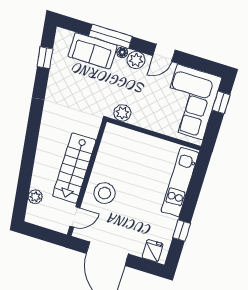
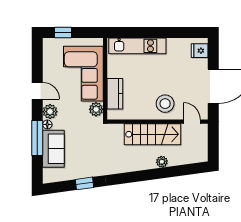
window: (45, 58) -> (84, 183), moved
corner sofa: (190, 102) -> (83, 74), moved, turned 90
kitchen counter: (133, 140) -> (115, 94), added
plant: (35, 197) -> (162, 162), moved
window: (181, 230) -> (176, 32), removed

